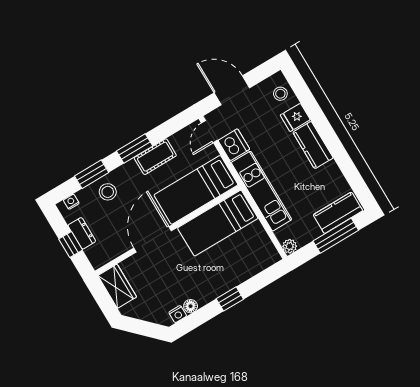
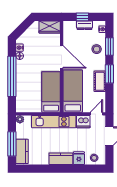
door: (209, 132) -> (96, 114), hinge flipped
window: (230, 299) -> (12, 76), width x3.17

